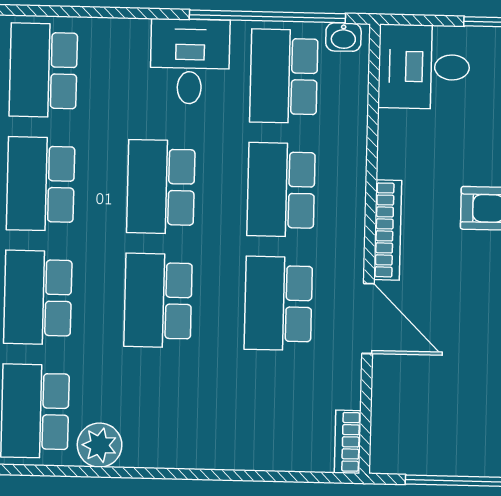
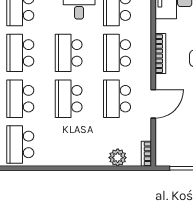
bookcase: (388, 230) -> (160, 54), moved
door: (368, 318) -> (153, 104), hinge flipped
plant: (100, 445) -> (118, 158), moved

